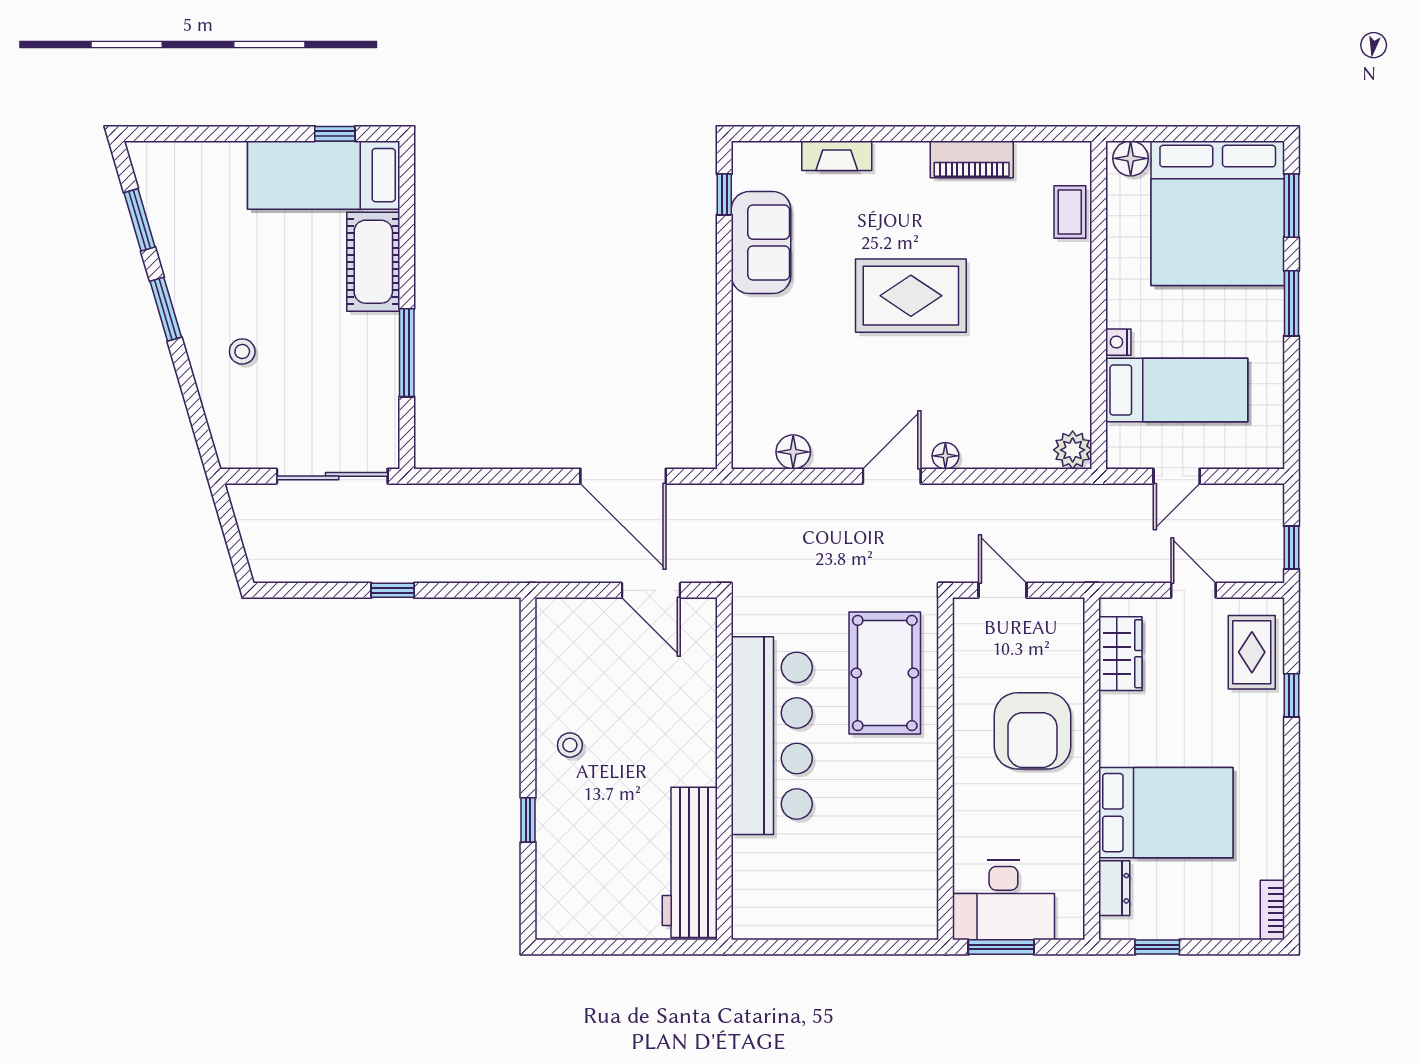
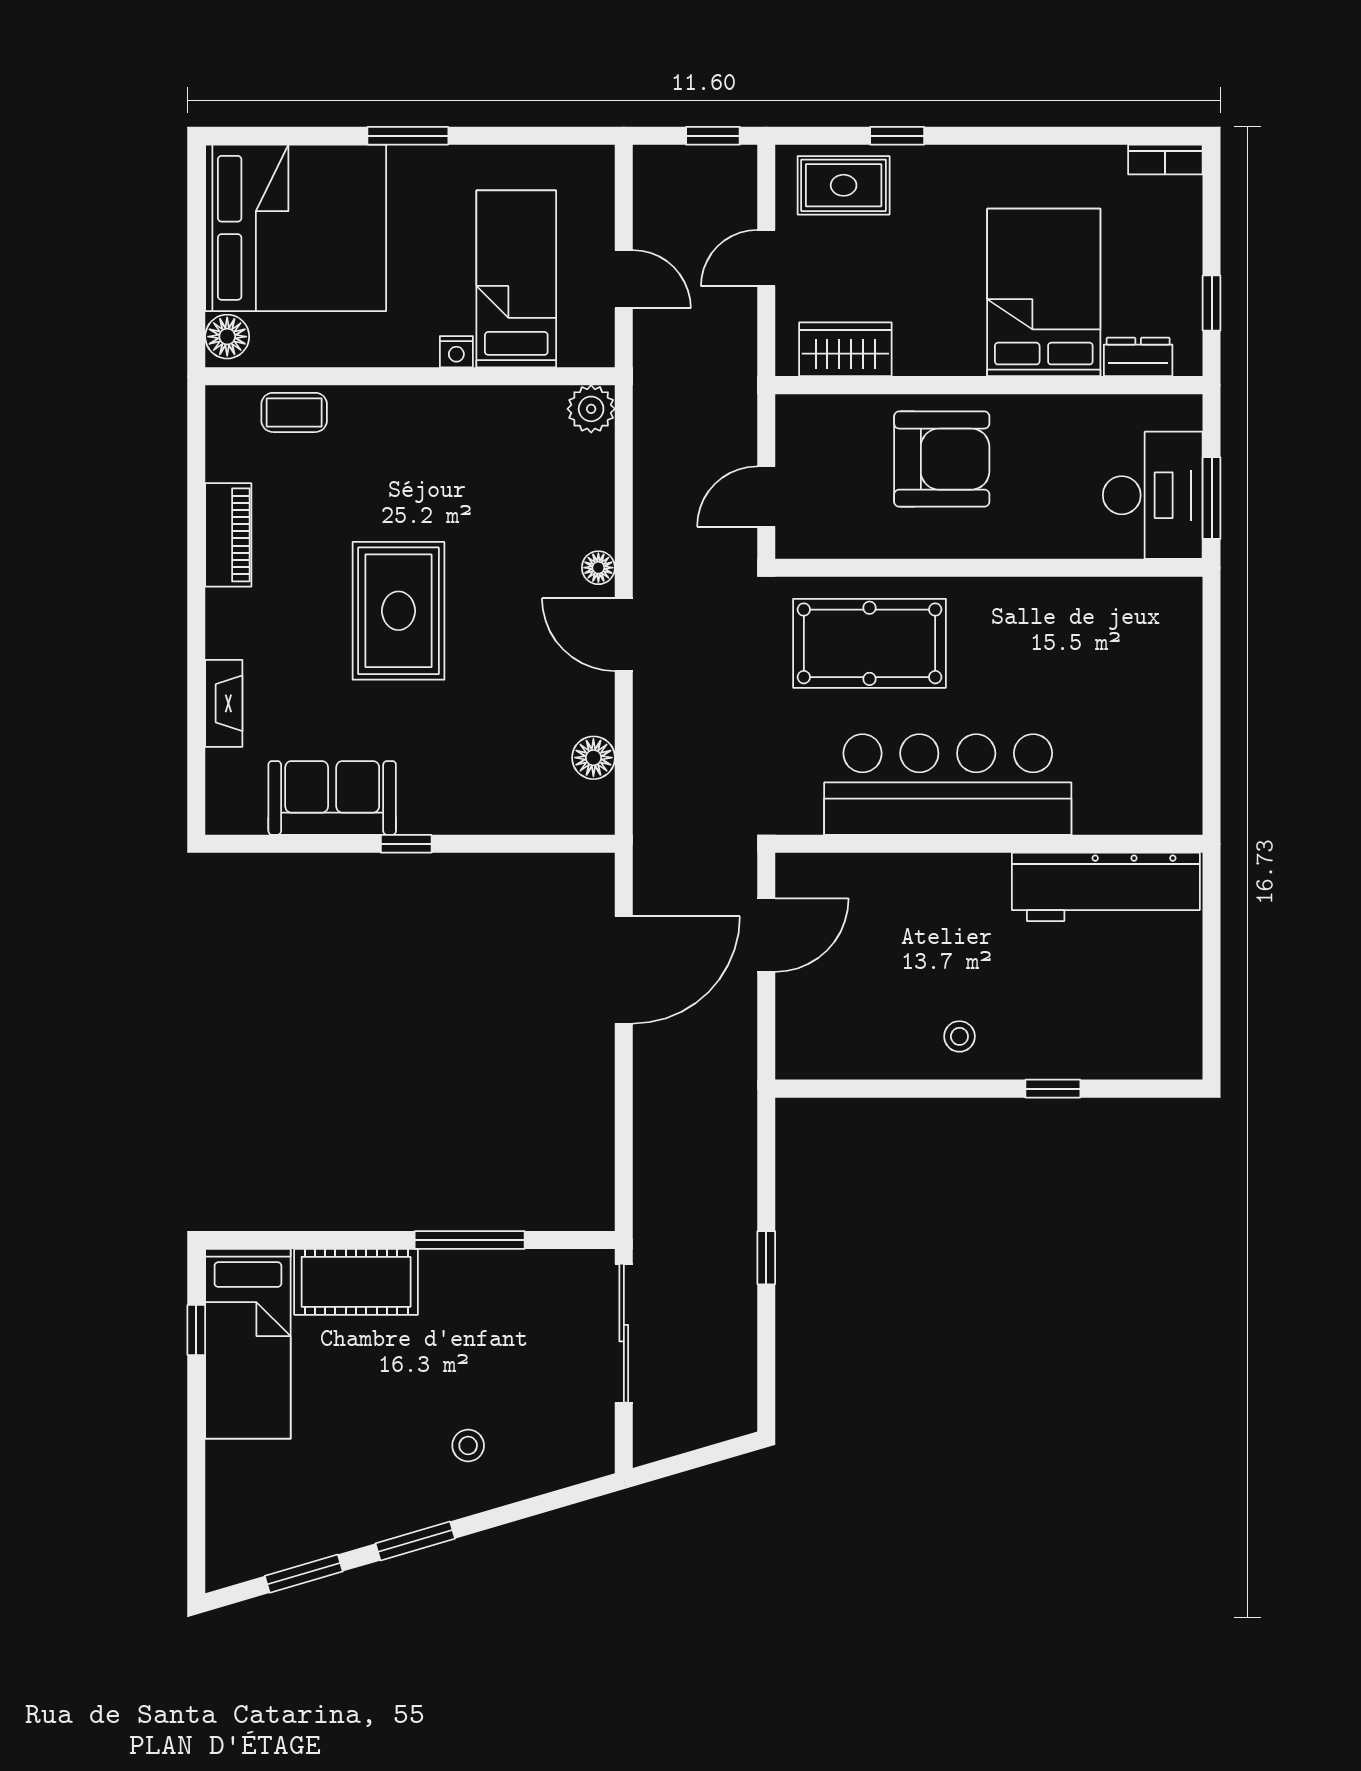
window: (724, 194) -> (406, 844), moved
window: (1291, 206) -> (286, 136), removed

